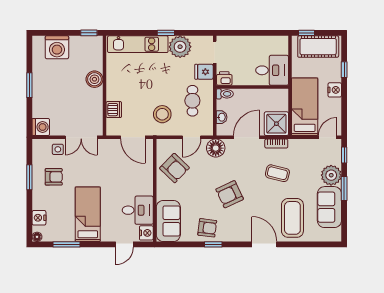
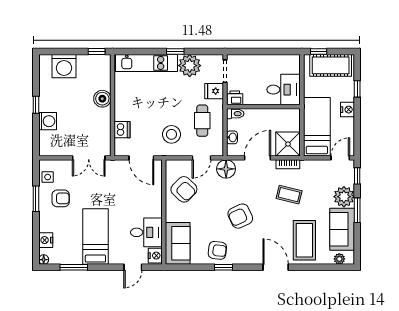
window: (29, 85) -> (36, 105), width x0.67
washing machine: (41, 127) -> (48, 121), moved
side table: (58, 149) -> (48, 177), moved
plant: (327, 236) -> (339, 259), added

